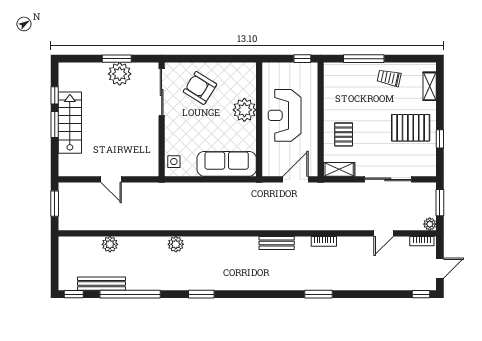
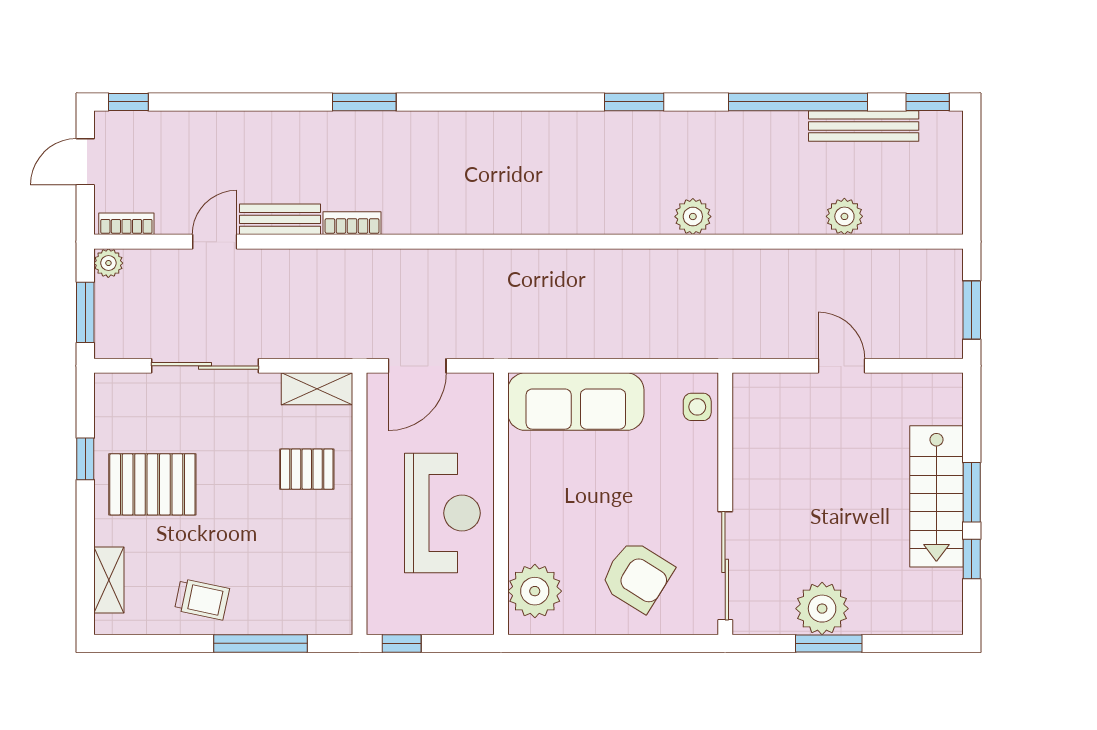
plant: (244, 110) -> (535, 591), moved
pallet: (344, 134) -> (307, 469), turned 90
bench: (277, 243) -> (280, 219), moved

